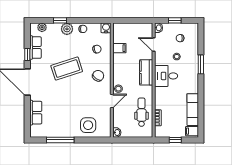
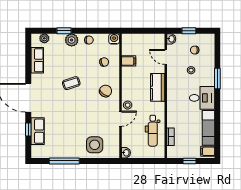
window: (27, 54) -> (28, 129), moved
coffee table: (67, 68) -> (71, 83), width x0.54, depth x0.58
desk: (166, 76) -> (202, 98), moved, turned 180
dental chair: (142, 112) -> (153, 131), turned 180

